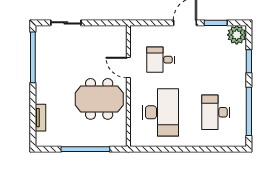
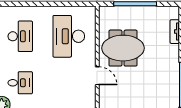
desk: (161, 60) -> (20, 83), moved

